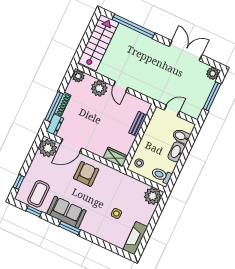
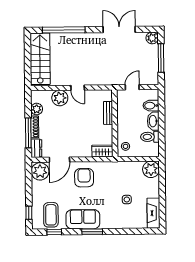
plant: (78, 76) -> (37, 109), moved
toilet: (161, 175) -> (150, 137), moved

